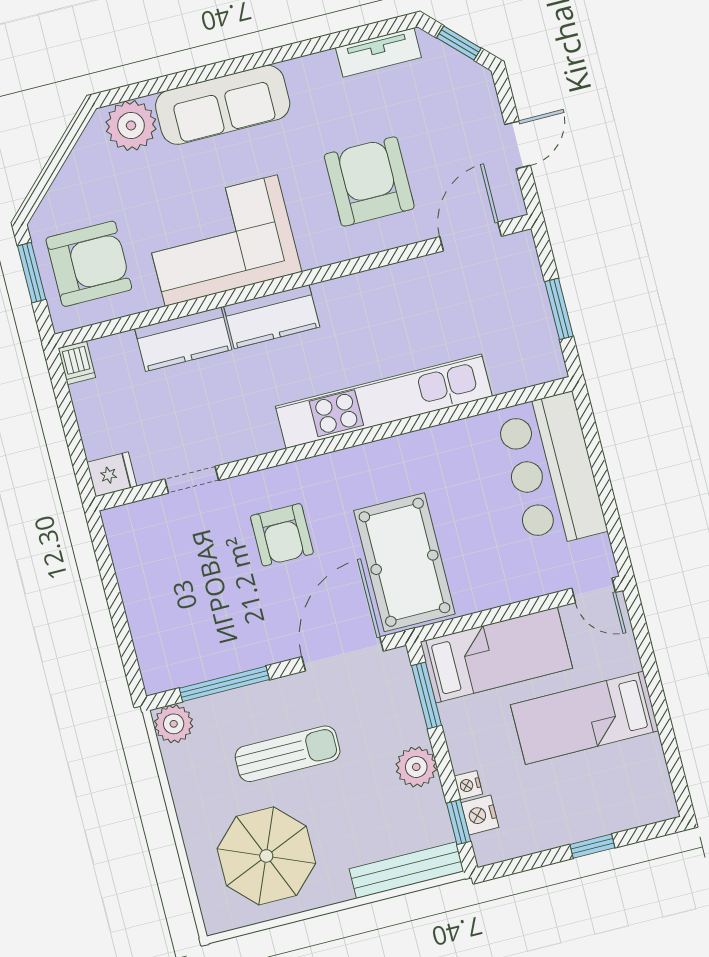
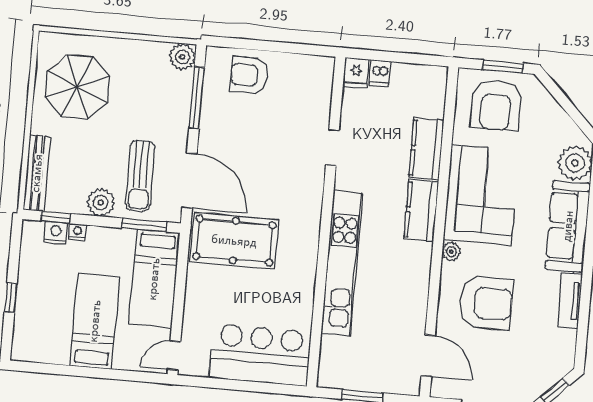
tv unit: (378, 53) -> (570, 301), moved
plant: (314, 255) -> (451, 252), added
dishwasher: (77, 363) -> (380, 73), moved, turned -90
doorway: (192, 480) -> (332, 147), moved
armchair: (282, 535) -> (249, 75), moved
sun lounger: (288, 754) -> (140, 176), moved

